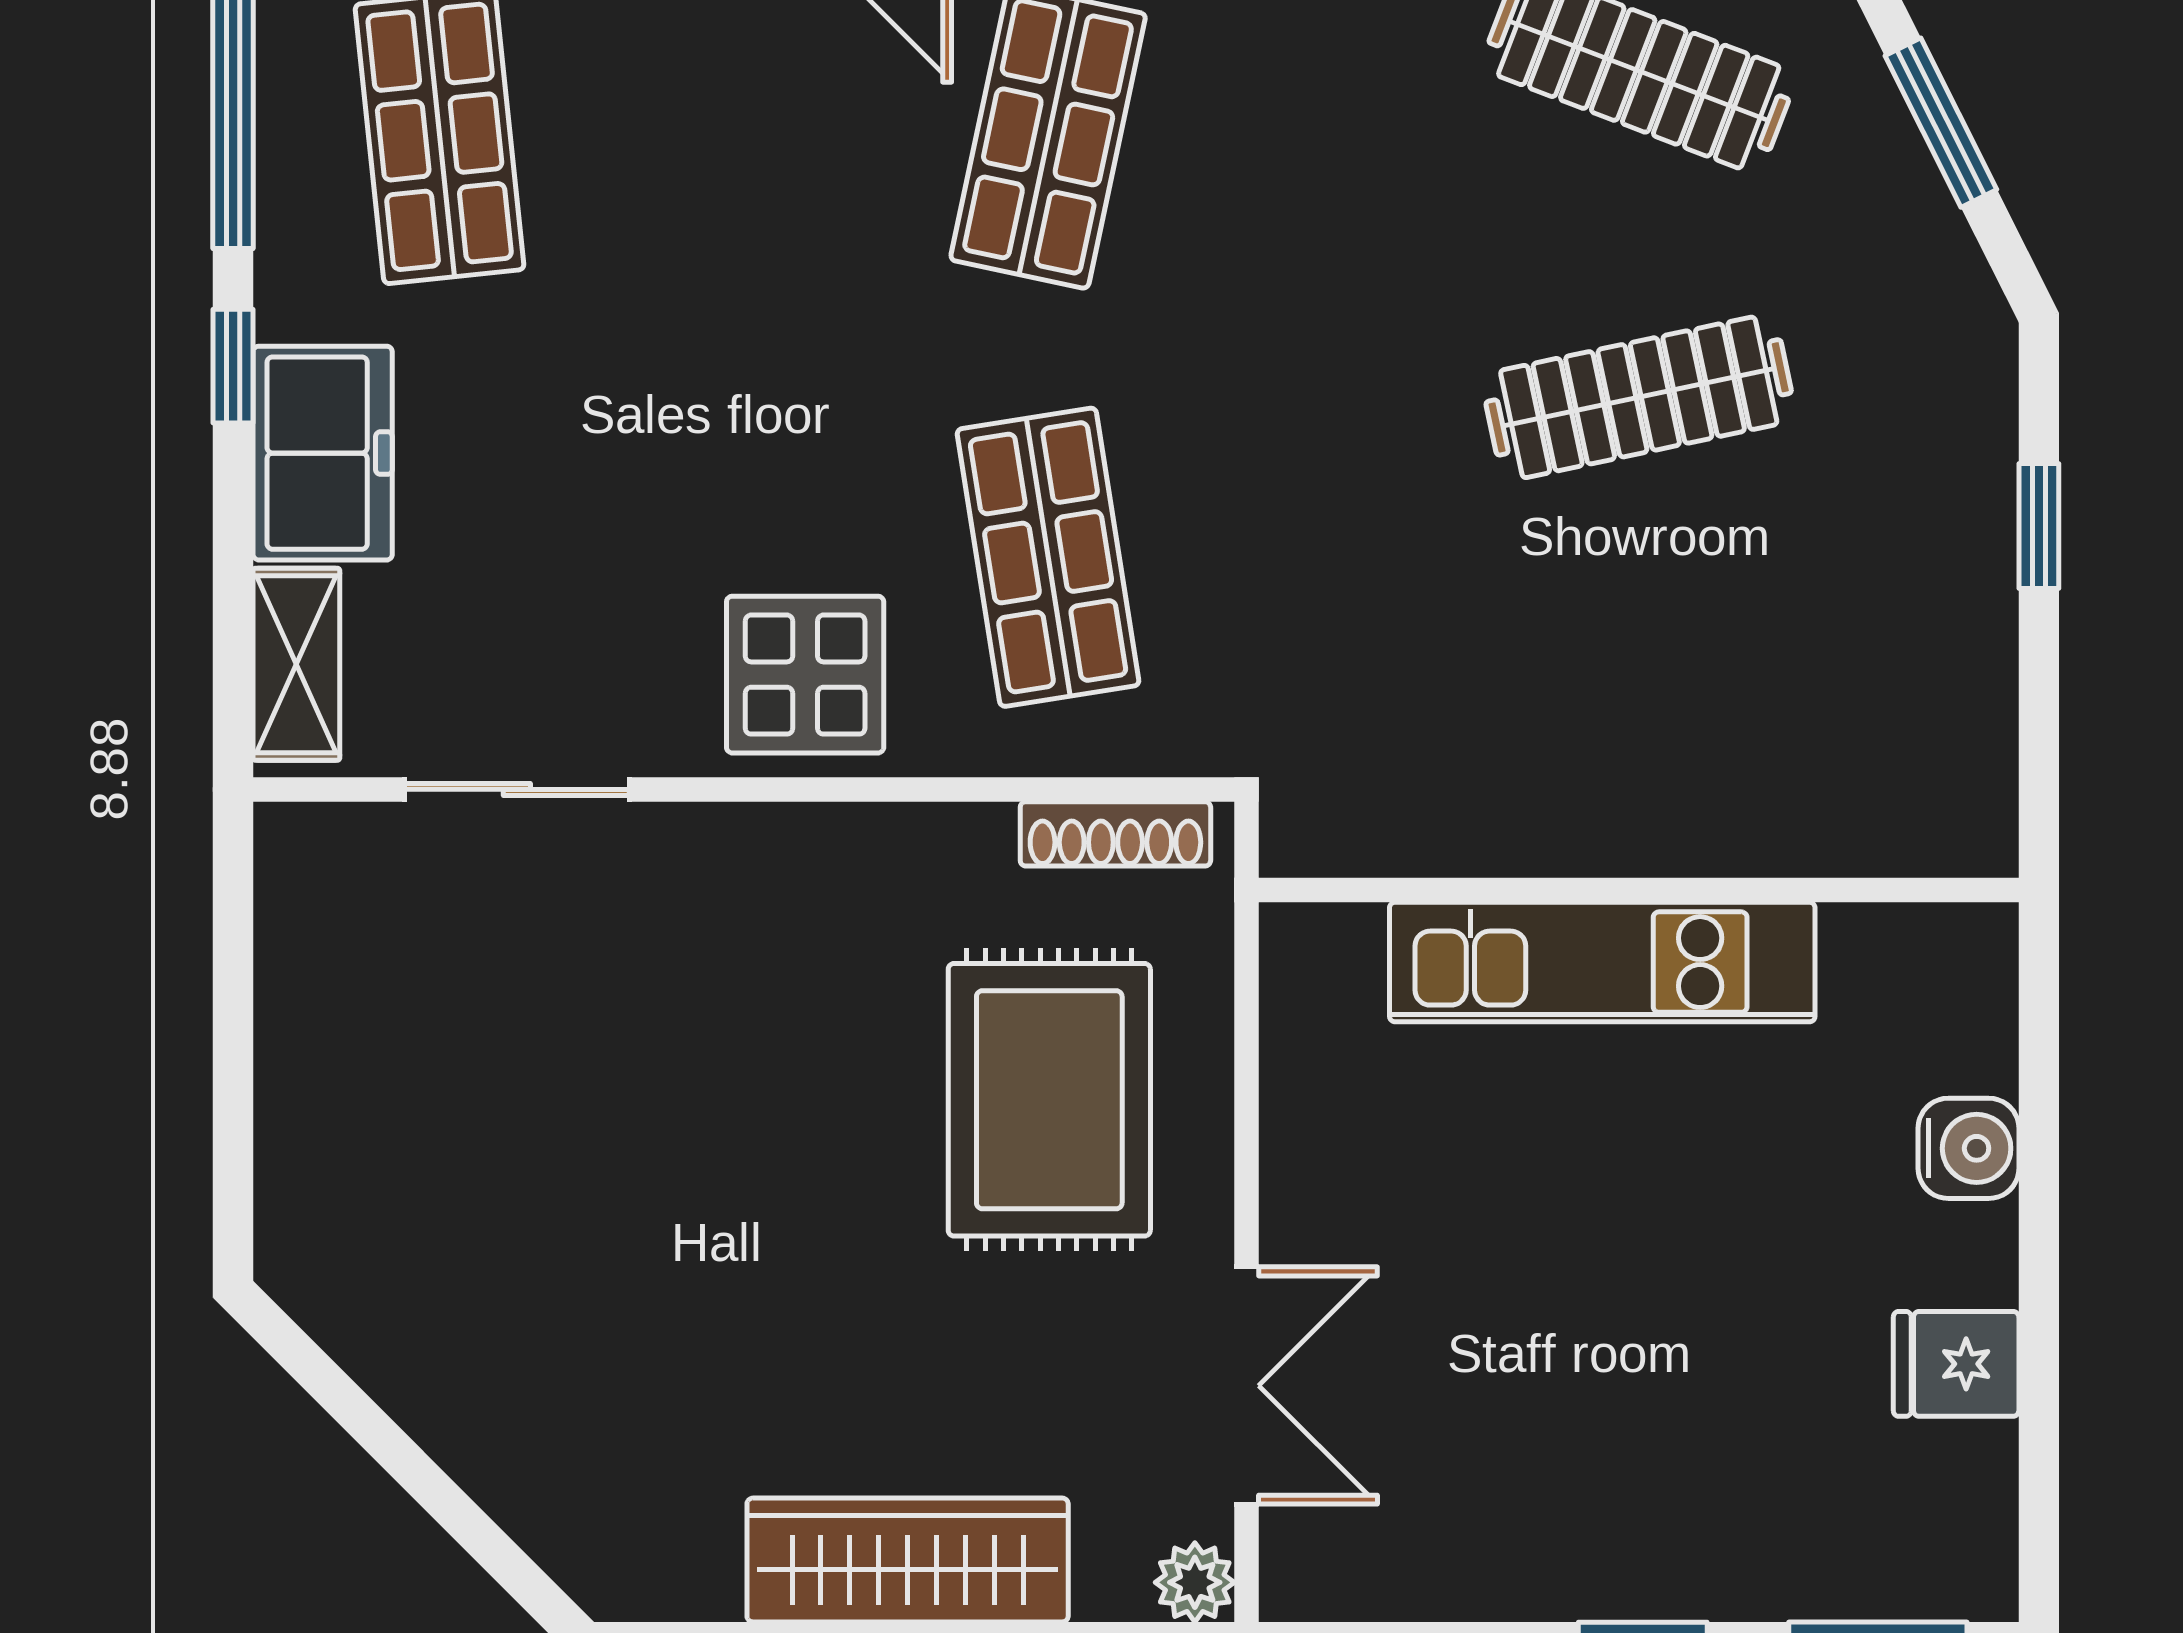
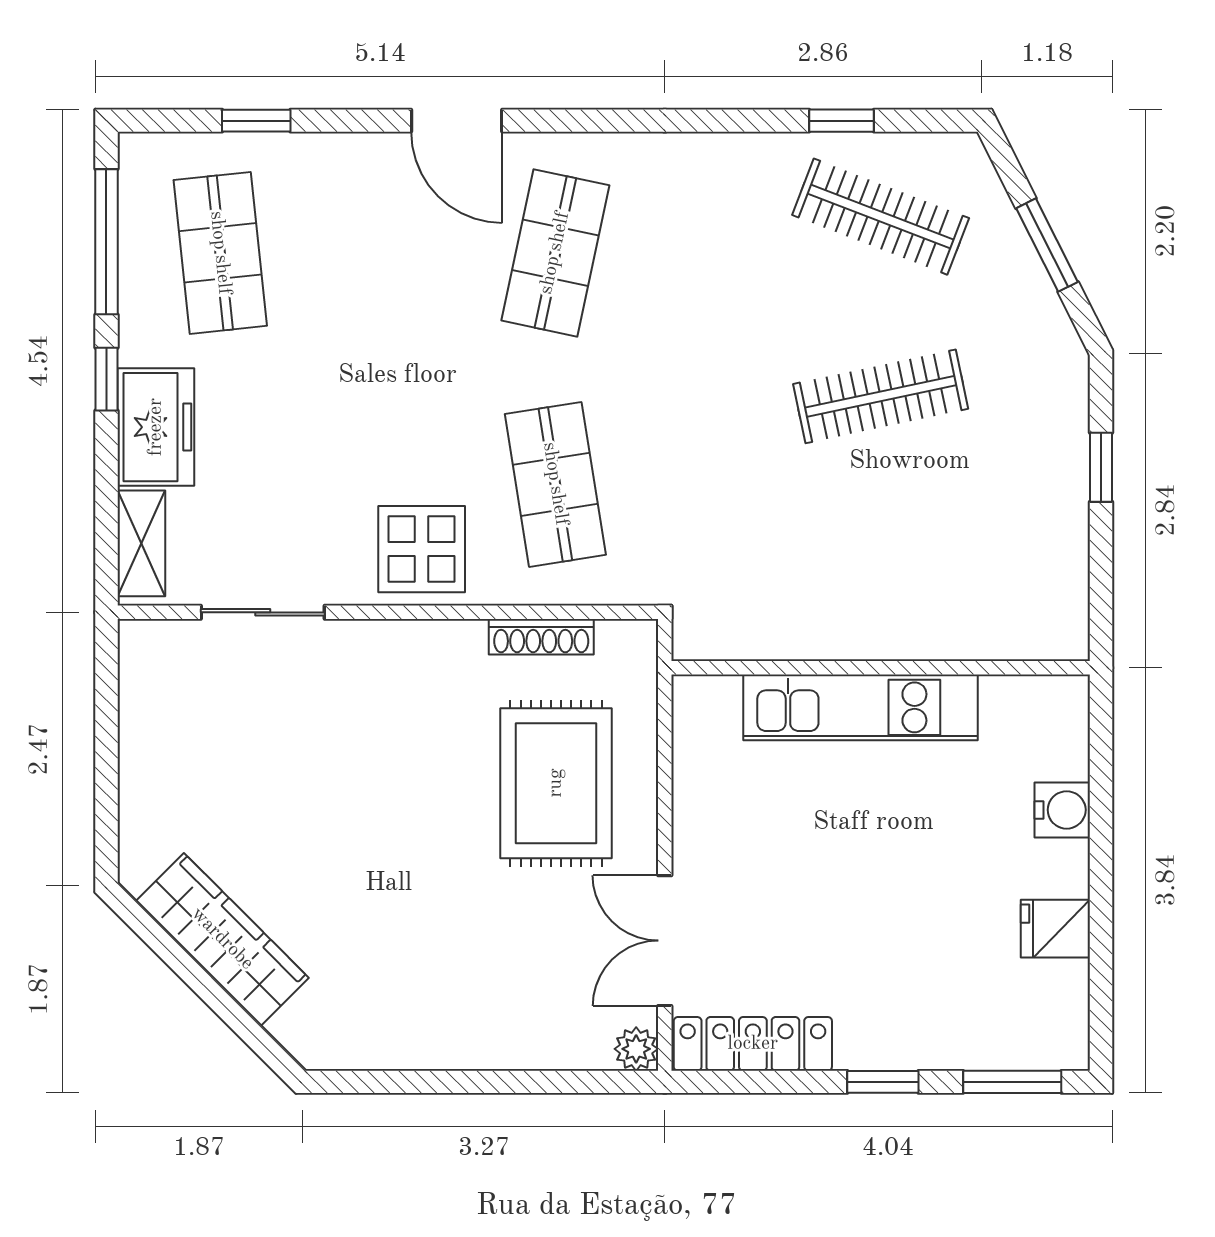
shoe rack: (1115, 834) -> (541, 637), moved
double door: (1247, 1386) -> (665, 941), swing flipped
wardrobe: (908, 1560) -> (222, 939), moved, turned 45
locker: (1407, 1573) -> (753, 1044), added

